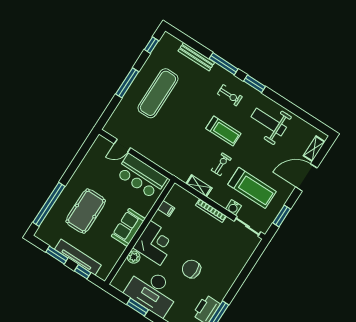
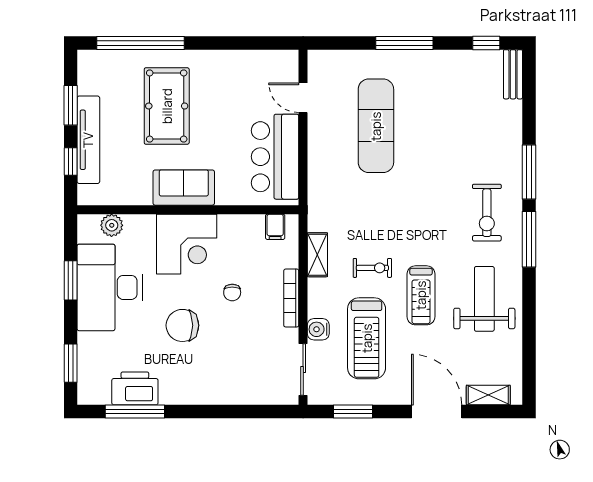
bench: (196, 57) -> (513, 74), moved, width x0.73
window: (255, 84) -> (529, 239), width x1.44
exercise mat: (158, 93) -> (376, 126), moved, turned 90
exercise bike: (230, 95) -> (487, 213), width x1.38, depth x1.39
treadmill: (223, 131) -> (421, 295), moved
filing cabinet: (166, 208) -> (275, 227), moved
pool table: (86, 211) -> (167, 106), turned 90
chair: (191, 236) -> (232, 292), added
plant: (134, 257) -> (112, 225), moved
chair: (191, 269) -> (182, 325), turned -90

